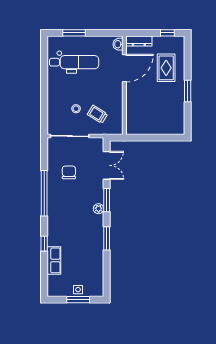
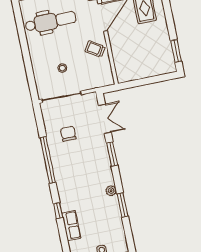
window: (188, 91) -> (176, 51), moved
trolley: (97, 114) -> (95, 49), moved
plant: (99, 209) -> (111, 191), moved
window: (107, 238) -> (123, 205), moved

